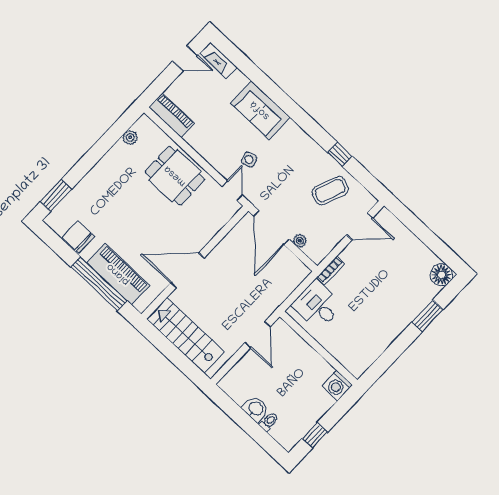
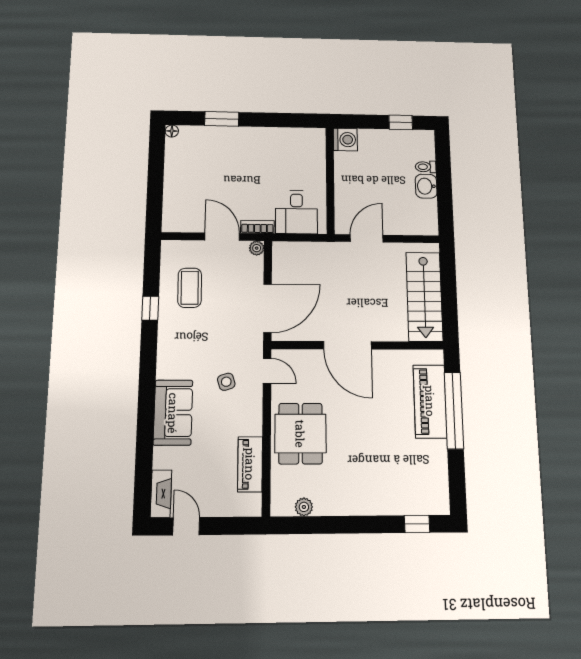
piano: (172, 115) -> (250, 464), moved
door: (232, 191) -> (267, 371), swing flipped
coffee table: (330, 191) -> (190, 288), turned 68
window: (56, 195) -> (417, 524), width x0.67
door: (360, 226) -> (222, 237), moved
chair: (78, 237) -> (433, 467), removed
plant: (300, 241) -> (257, 248), moved
door: (187, 270) -> (347, 345), moved
floor lamp: (441, 275) -> (172, 131), width x0.53, depth x0.53

